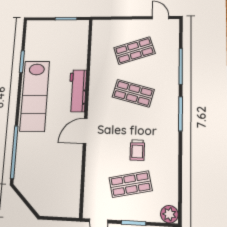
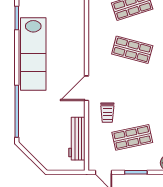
workbench: (78, 91) -> (77, 139), moved
trolley: (137, 150) -> (107, 113), moved

